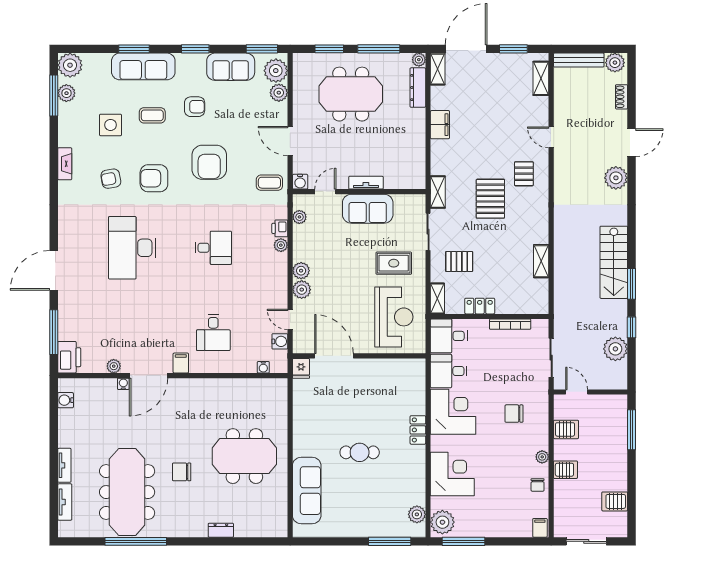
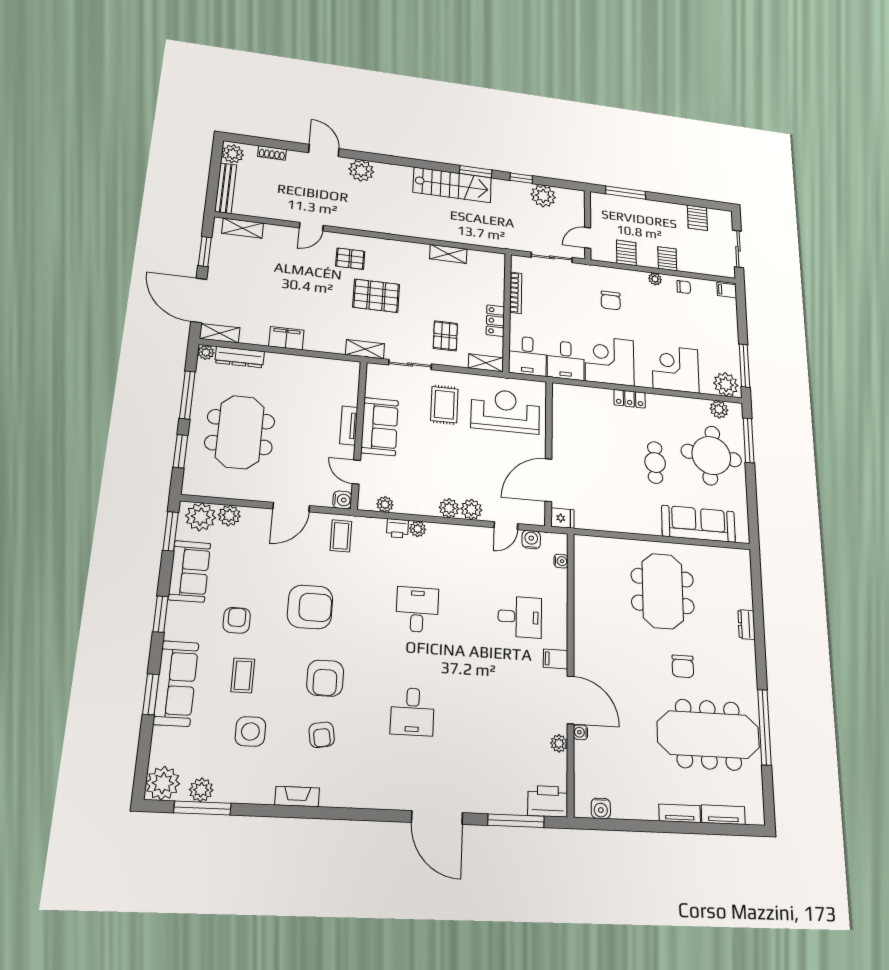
desk: (132, 248) -> (412, 712), width x0.53, depth x0.77
round table: (371, 505) -> (711, 455), added

